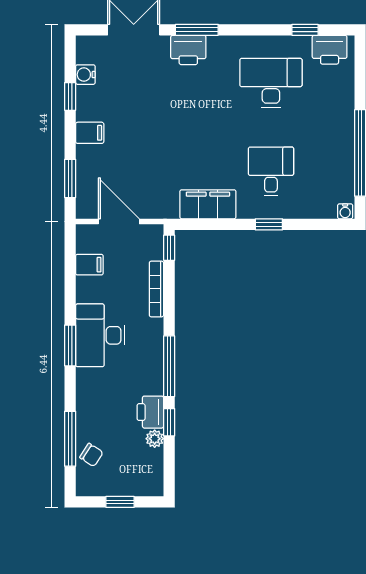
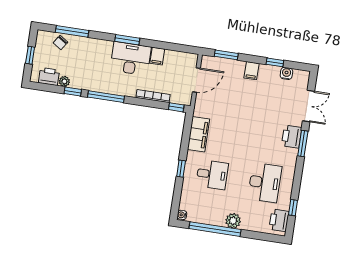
plant: (342, 125) -> (233, 221), added
filing cabinet: (89, 265) -> (157, 56), moved
printer: (150, 412) -> (49, 76), moved

